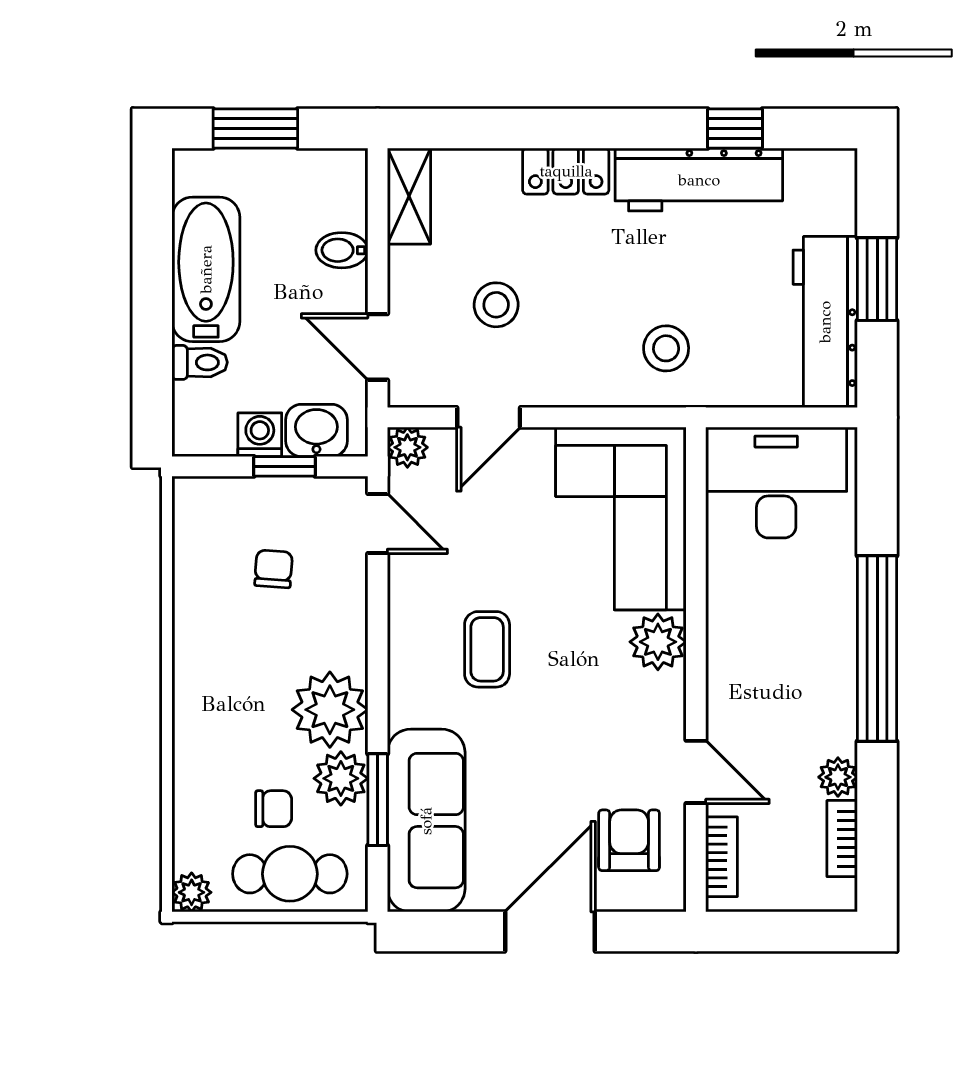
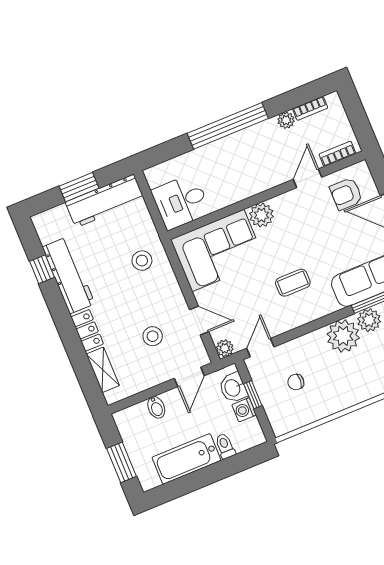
shelving: (409, 196) -> (103, 370), moved, turned 90
desk: (776, 483) -> (181, 202), width x0.73

